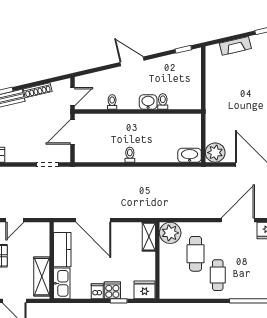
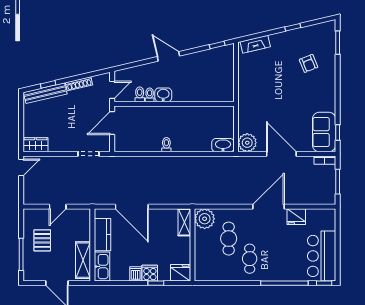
fireplace: (235, 46) -> (255, 44), moved
toilet: (163, 101) -> (140, 94), moved
washbasin: (148, 102) -> (163, 95), moved

